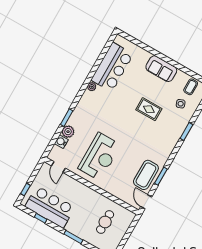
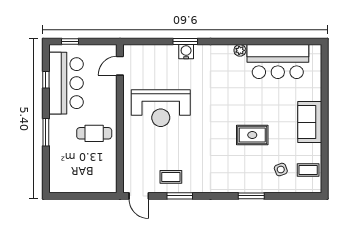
rug: (149, 109) -> (252, 135), turned 90
plant: (68, 132) -> (169, 53), removed
water cooler: (61, 142) -> (186, 52), moved
coffee table: (146, 175) -> (171, 177), width x0.54, depth x0.58
door: (146, 202) -> (139, 196), swing flipped
cafe table: (105, 222) -> (94, 133), moved

